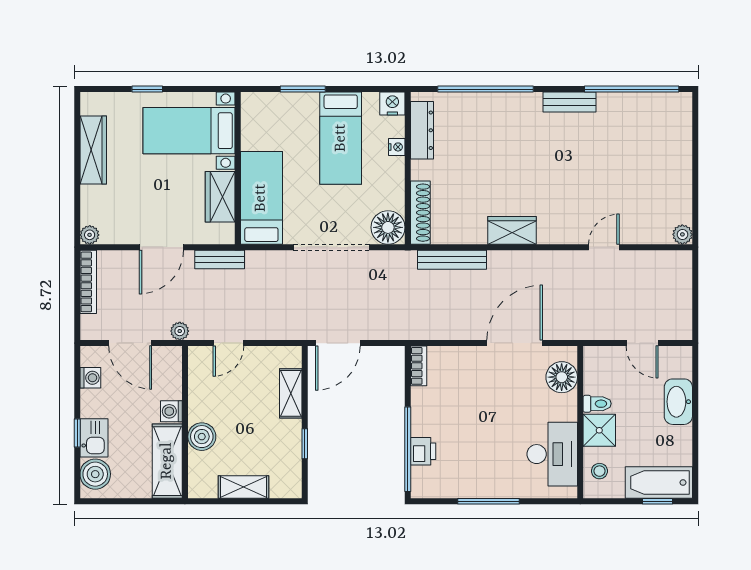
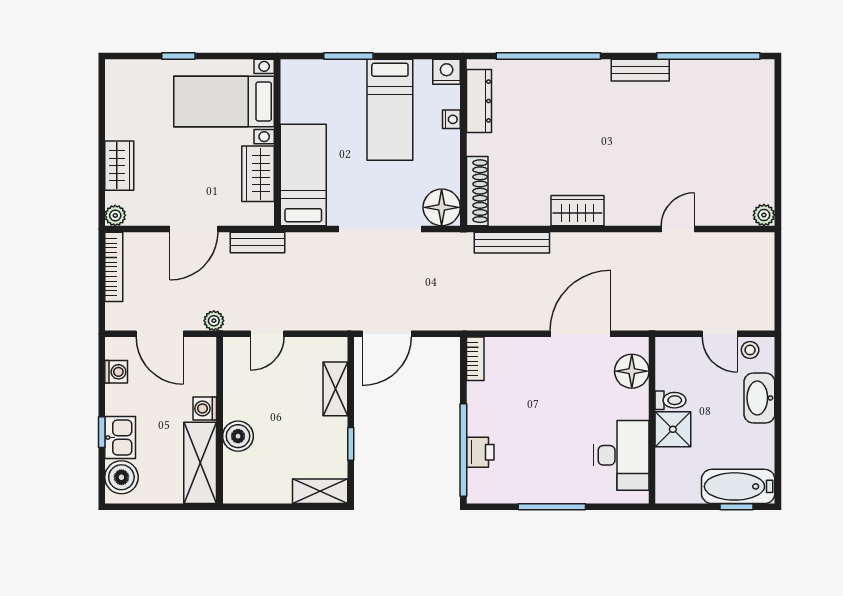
wardrobe: (93, 150) -> (119, 166), moved, width x0.67
stool: (599, 471) -> (750, 350), moved
shelving: (243, 487) -> (320, 491), moved

